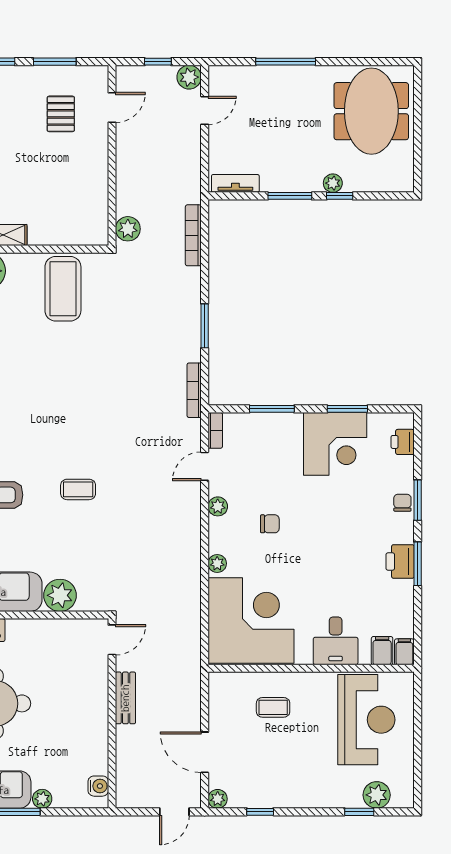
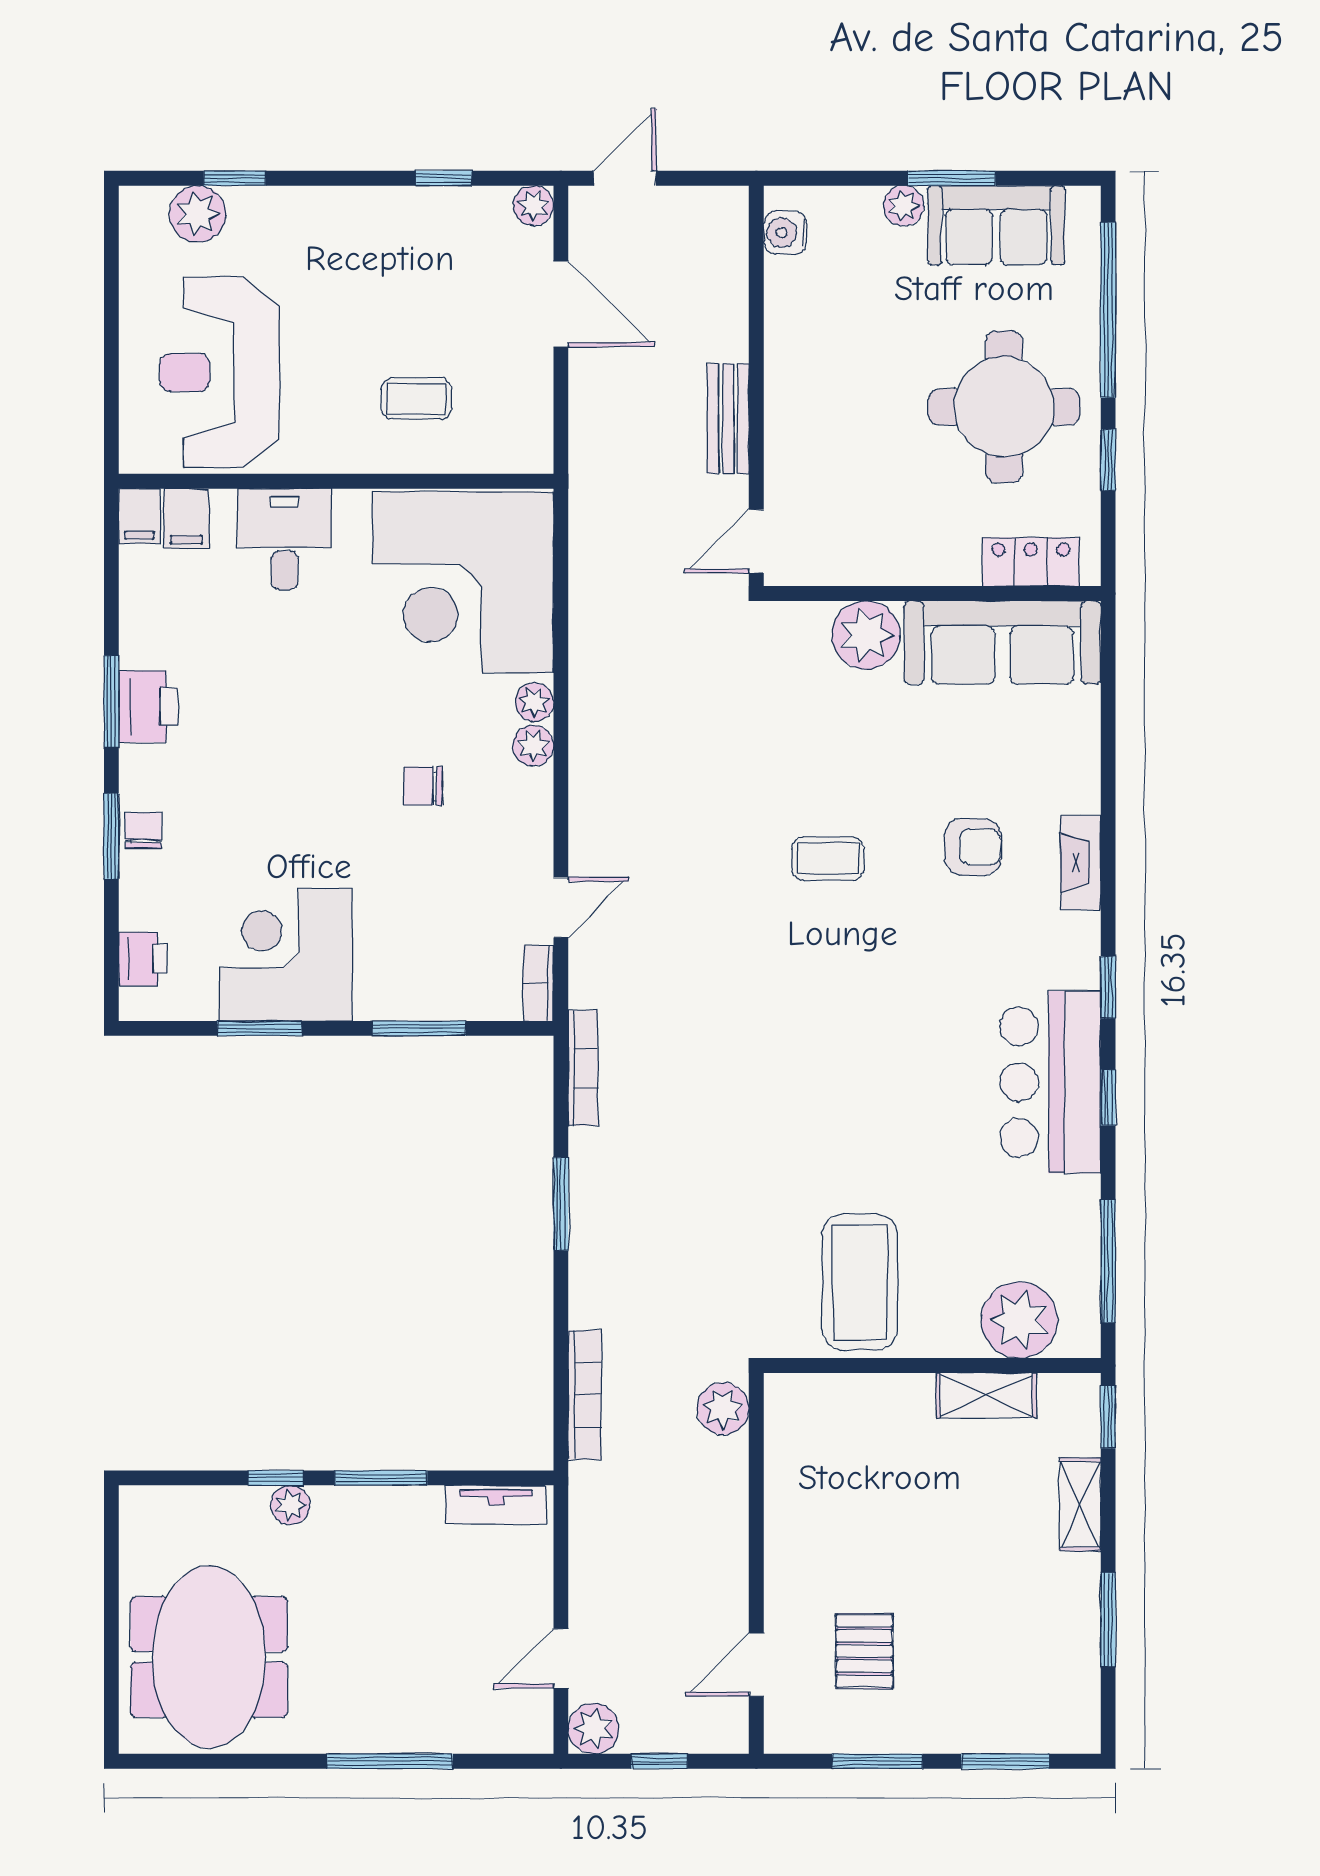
chair: (402, 503) -> (143, 831), turned 180
plant: (218, 506) -> (533, 746), moved

